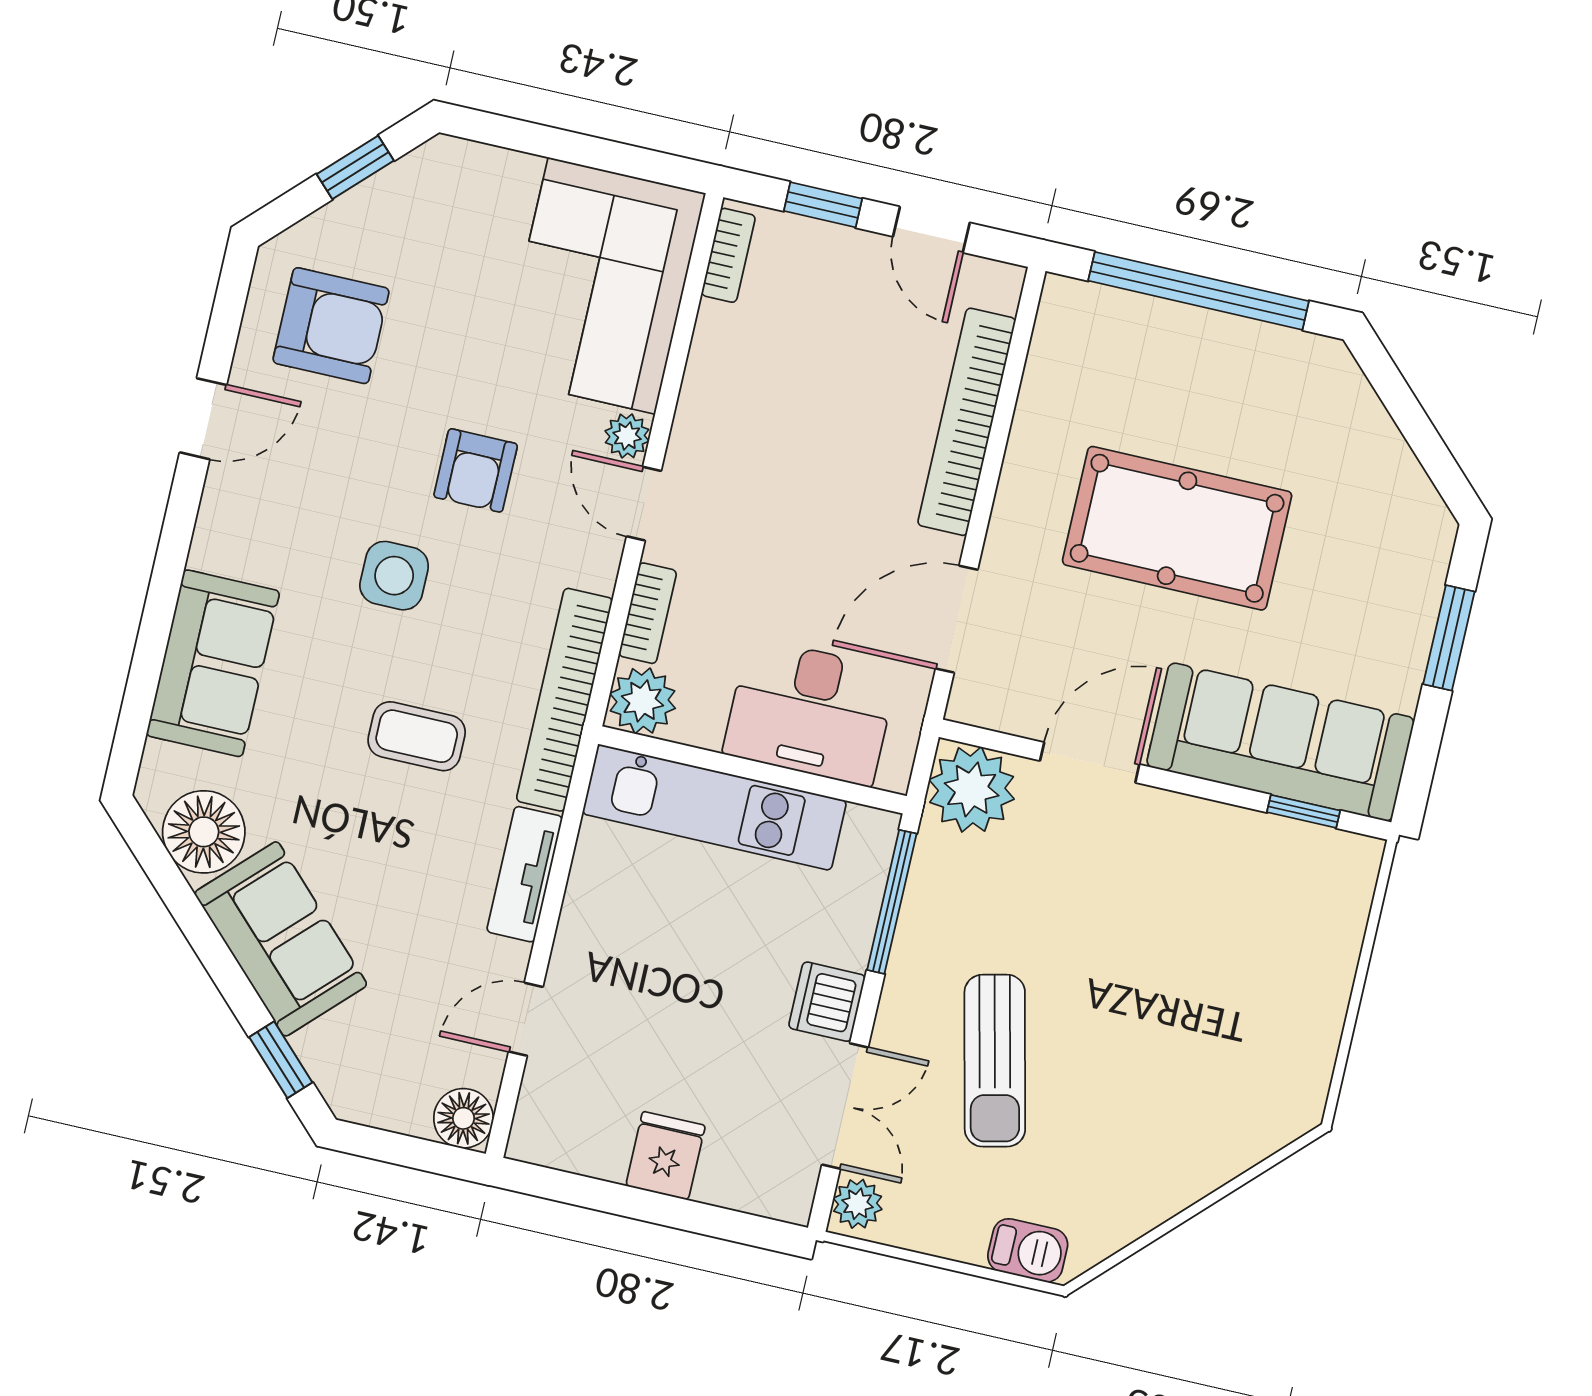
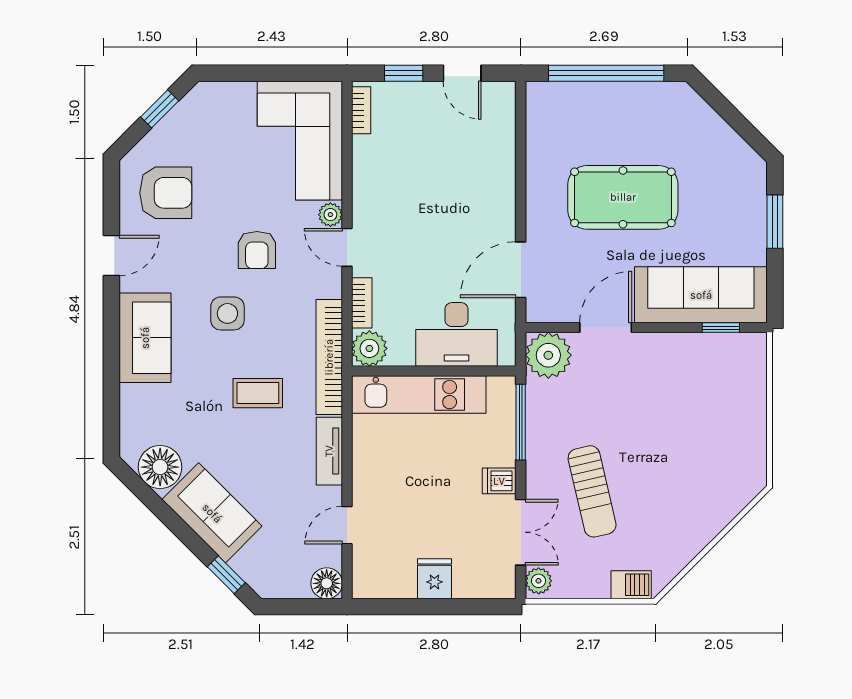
bookcase: (967, 422) -> (503, 168), removed
sofa: (213, 663) -> (145, 338), moved
dishwasher: (827, 1002) -> (499, 481), width x0.73

